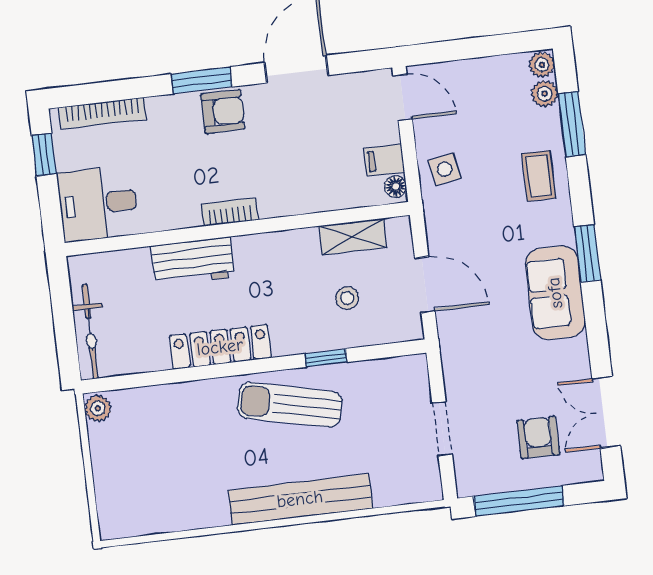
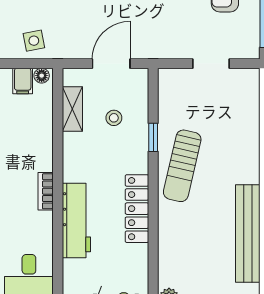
workbench: (193, 261) -> (76, 220), width x1.37
bench: (300, 499) -> (248, 233), moved

